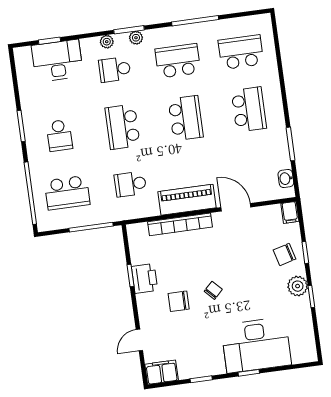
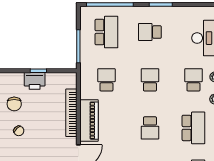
school desk: (186, 118) -> (150, 128), width x0.54
school desk: (123, 127) -> (150, 80), width x0.54
school desk: (67, 193) -> (106, 32), turned 180
chair: (179, 301) -> (14, 104), turned 180

